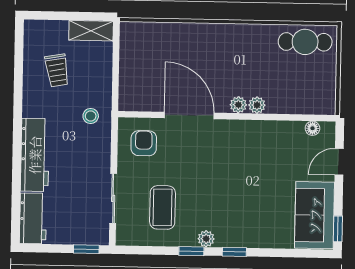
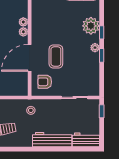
coffee table: (162, 207) -> (56, 56), moved, turned 90
plant: (247, 232) -> (91, 26), added

